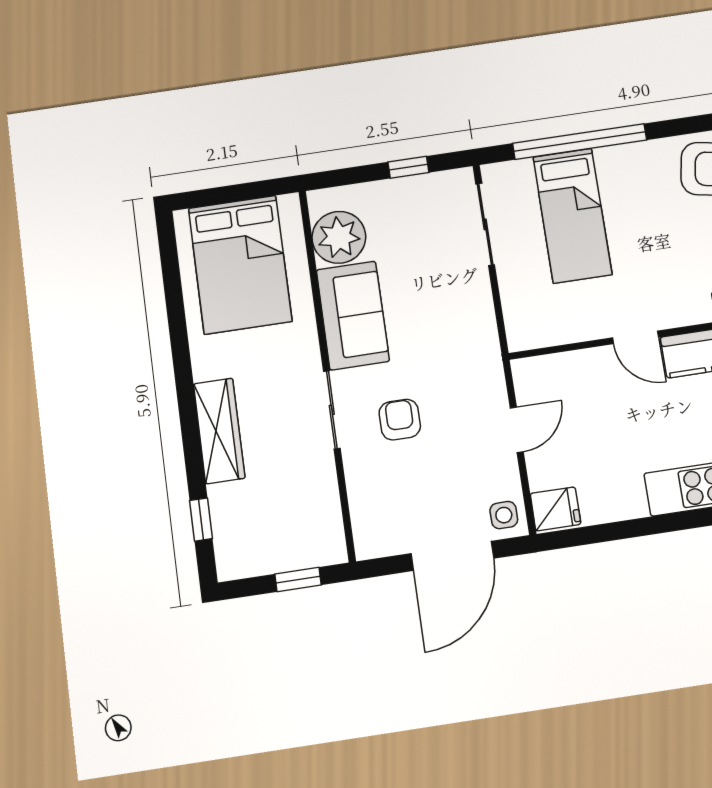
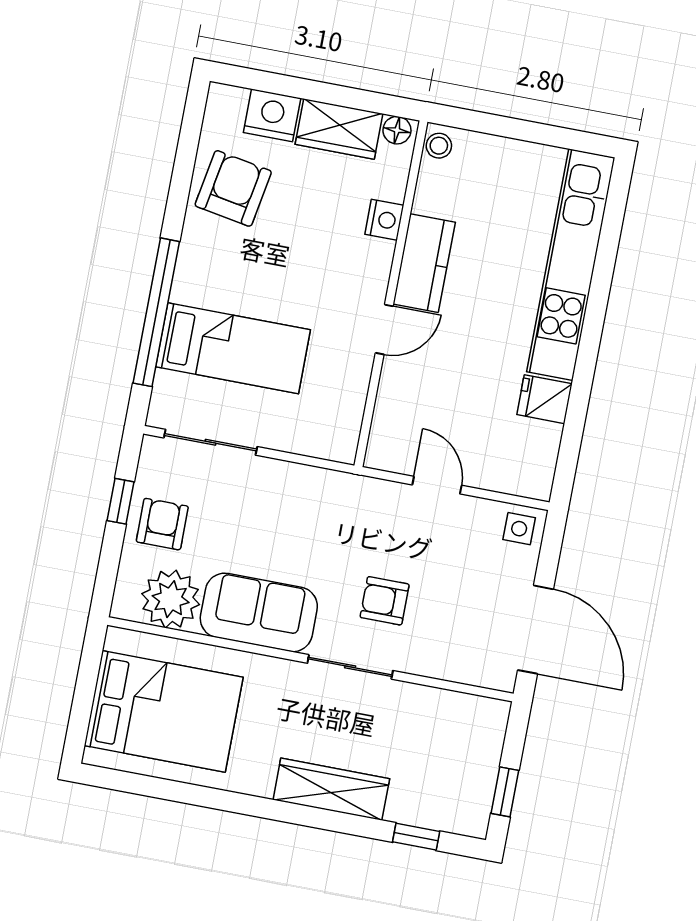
armchair: (401, 208) -> (162, 524), added
fridge: (556, 509) -> (545, 399), moved, turned -90
door: (452, 556) -> (535, 630), moved
window: (298, 579) -> (505, 792), moved

